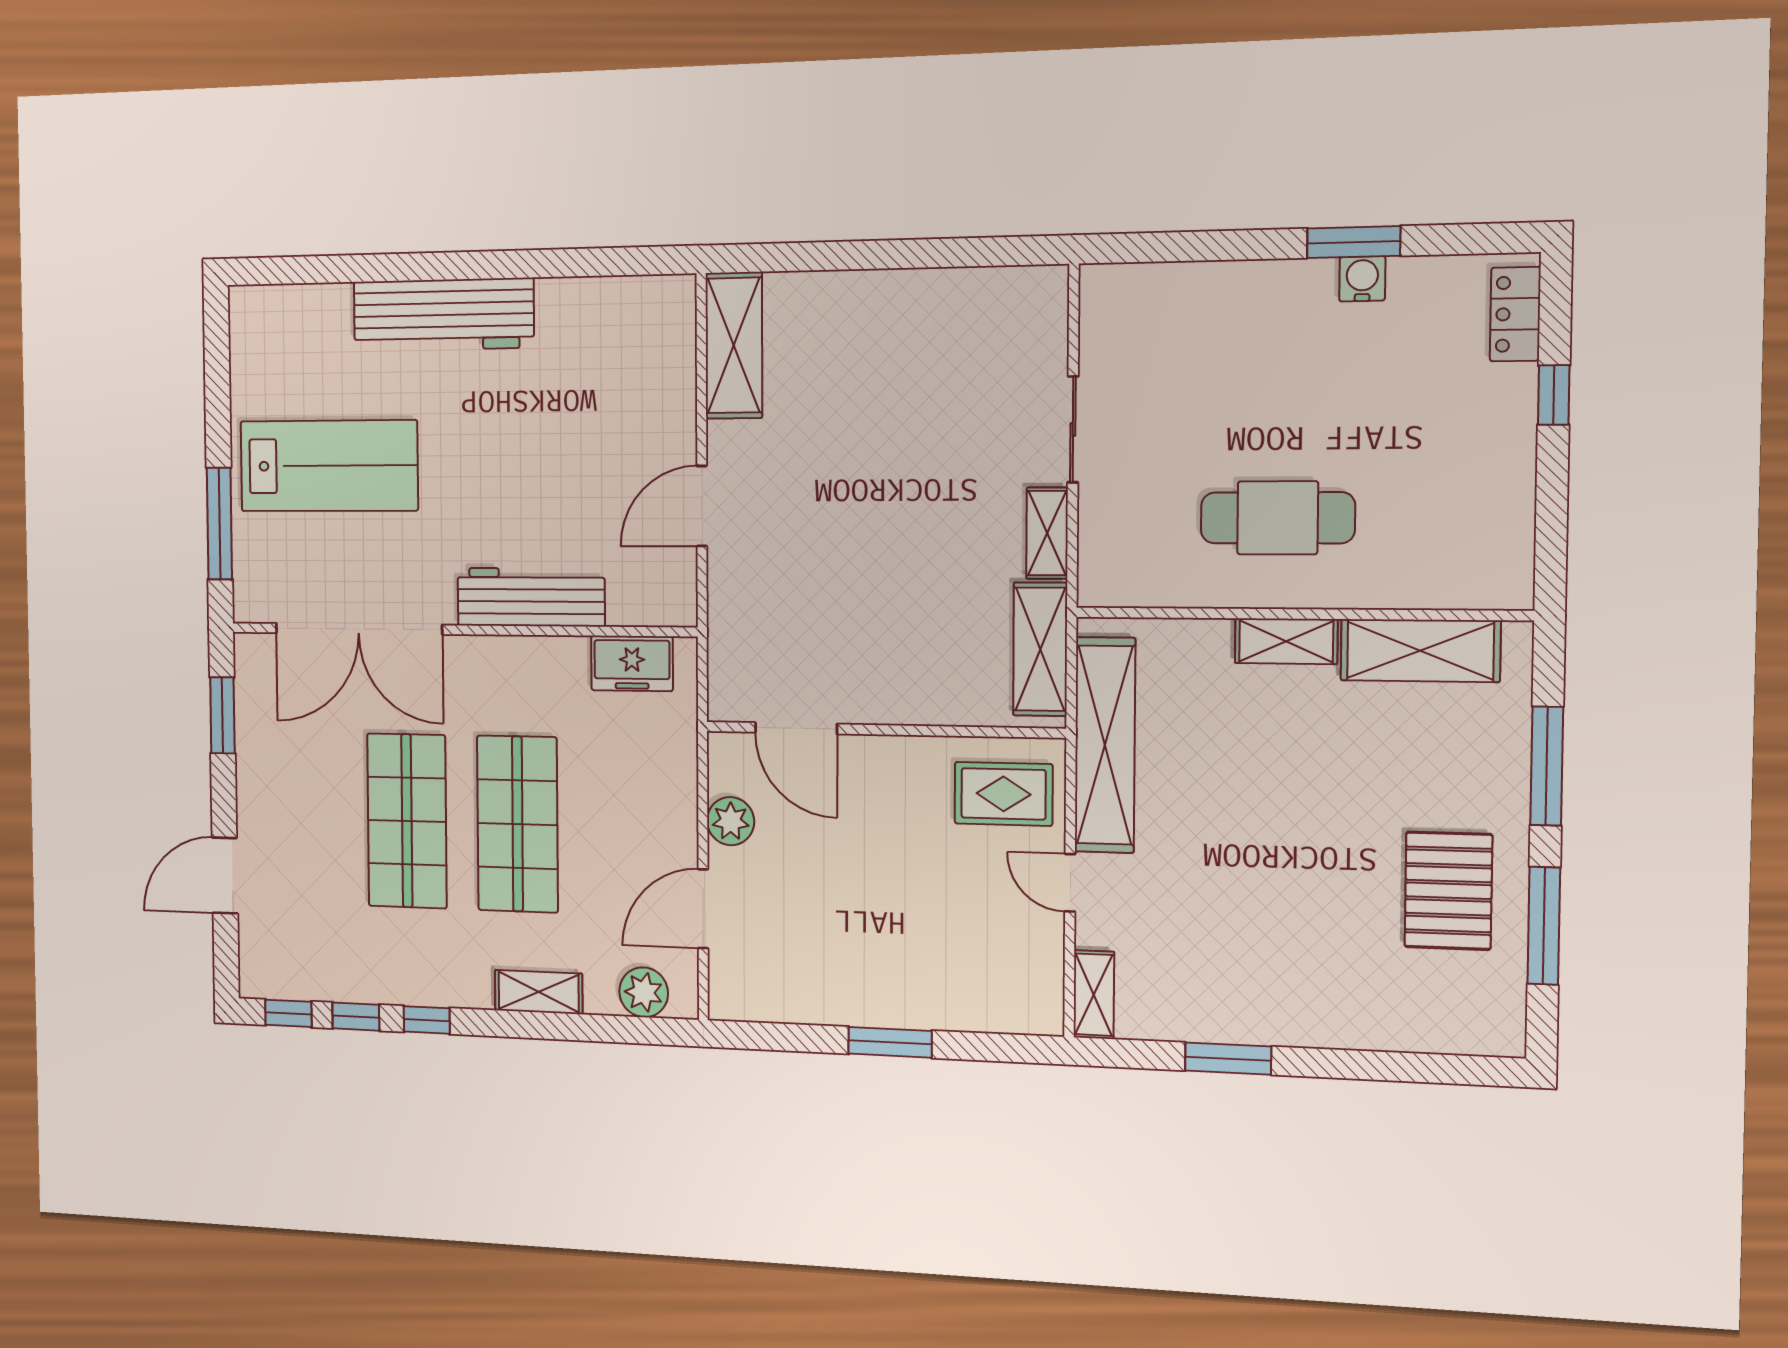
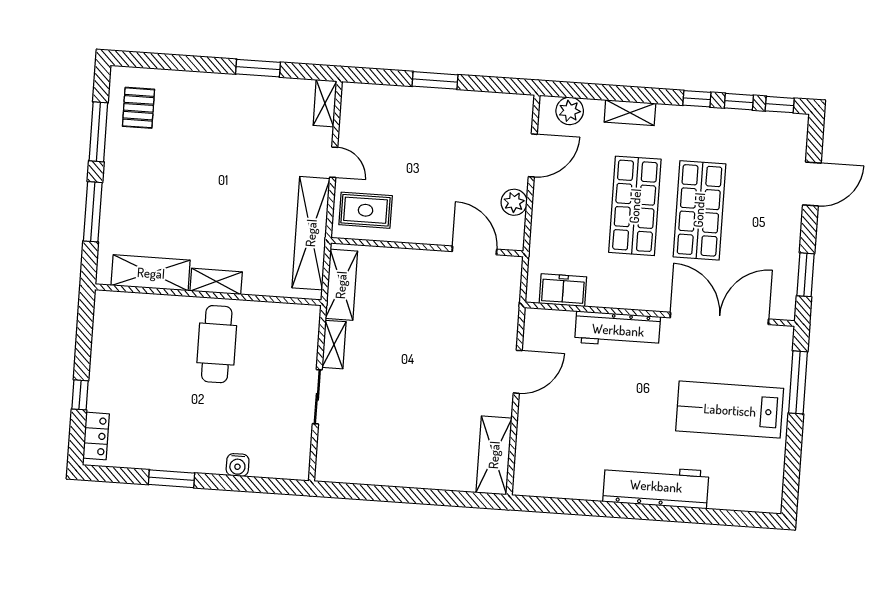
water cooler: (1362, 279) -> (238, 465), moved
cafe table: (1278, 518) -> (217, 344), turned 90
pallet: (1448, 891) -> (138, 108), moved, width x0.67, depth x0.71

